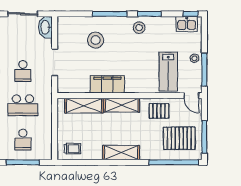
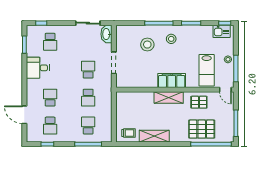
stool: (139, 28) -> (171, 39), moved
school desk: (23, 71) -> (88, 70), turned 180
filing cabinet: (107, 84) -> (172, 81), moved
school desk: (23, 105) -> (88, 98), width x0.54
shelving: (84, 106) -> (138, 98), removed
pallet: (179, 138) -> (202, 129), moved
school desk: (23, 140) -> (88, 126), turned 180
shelving: (121, 153) -> (154, 136), moved

